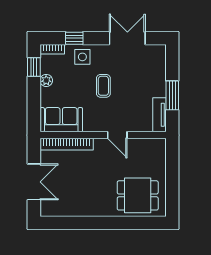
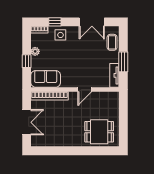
double door: (127, 38) -> (92, 22), swing flipped
window: (34, 67) -> (27, 61), moved
coffee table: (103, 86) -> (112, 42), moved
door: (117, 135) -> (85, 90), hinge flipped

